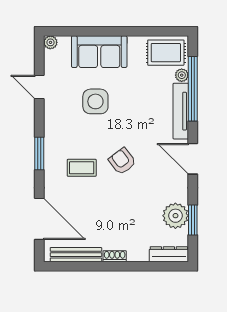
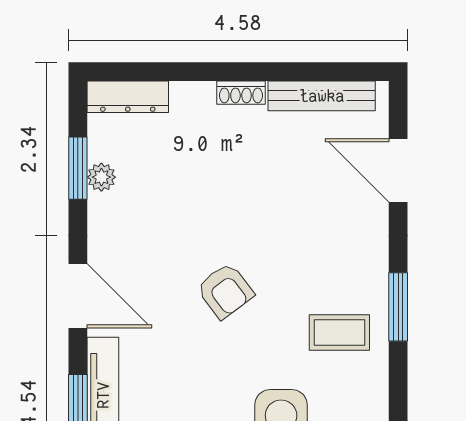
coffee table: (82, 168) -> (339, 333), moved
plant: (175, 216) -> (101, 177), width x0.53, depth x0.53
door: (39, 219) -> (398, 170), width x0.73

